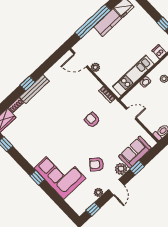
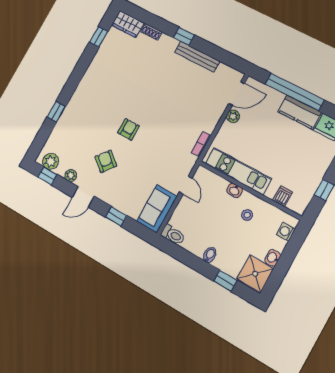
door: (81, 60) -> (237, 93), swing flipped
bench: (34, 89) -> (197, 57), moved
armchair: (92, 120) -> (129, 129), moved
sofa: (135, 152) -> (157, 209), moved, turned -90
plant: (121, 169) -> (51, 161), moved
corner sofa: (60, 173) -> (81, 118), removed
window: (37, 178) -> (56, 112), moved

